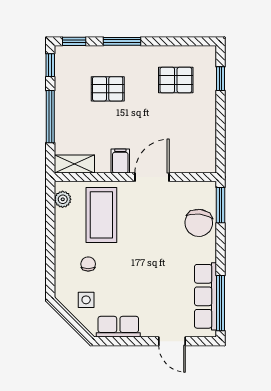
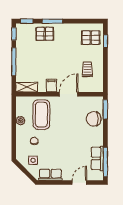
pallet: (176, 80) -> (91, 38), moved
pallet: (108, 89) -> (45, 34), moved
trolley: (187, 131) -> (87, 69), added
plant: (63, 199) -> (20, 121), moved
chair: (199, 223) -> (94, 119), turned 83
row of seats: (206, 296) -> (97, 158), width x0.68
door: (172, 341) -> (79, 183), swing flipped

